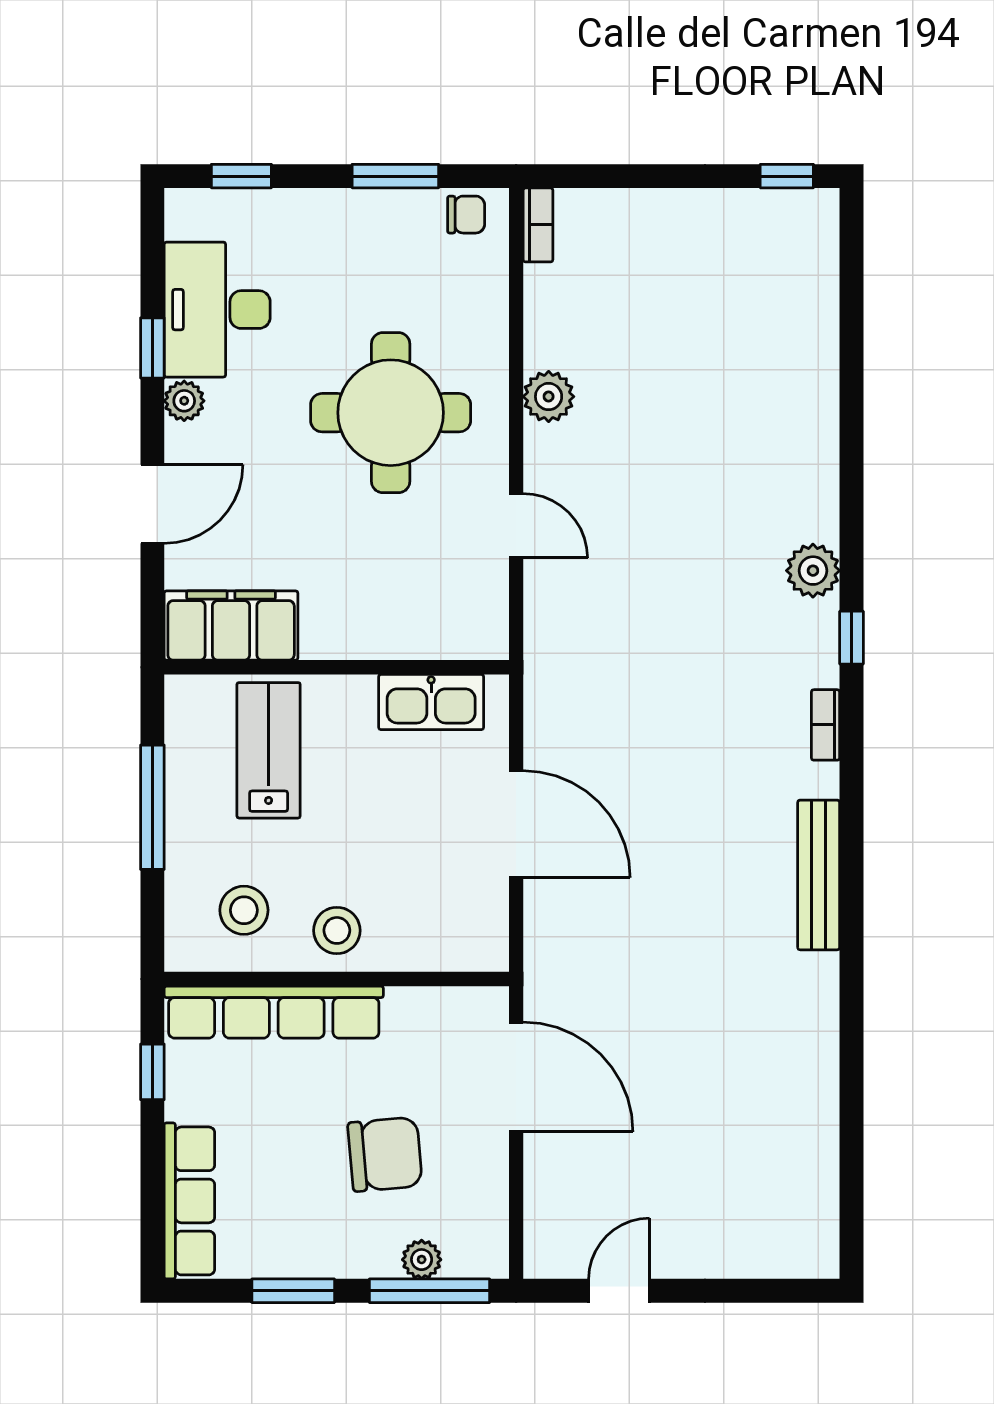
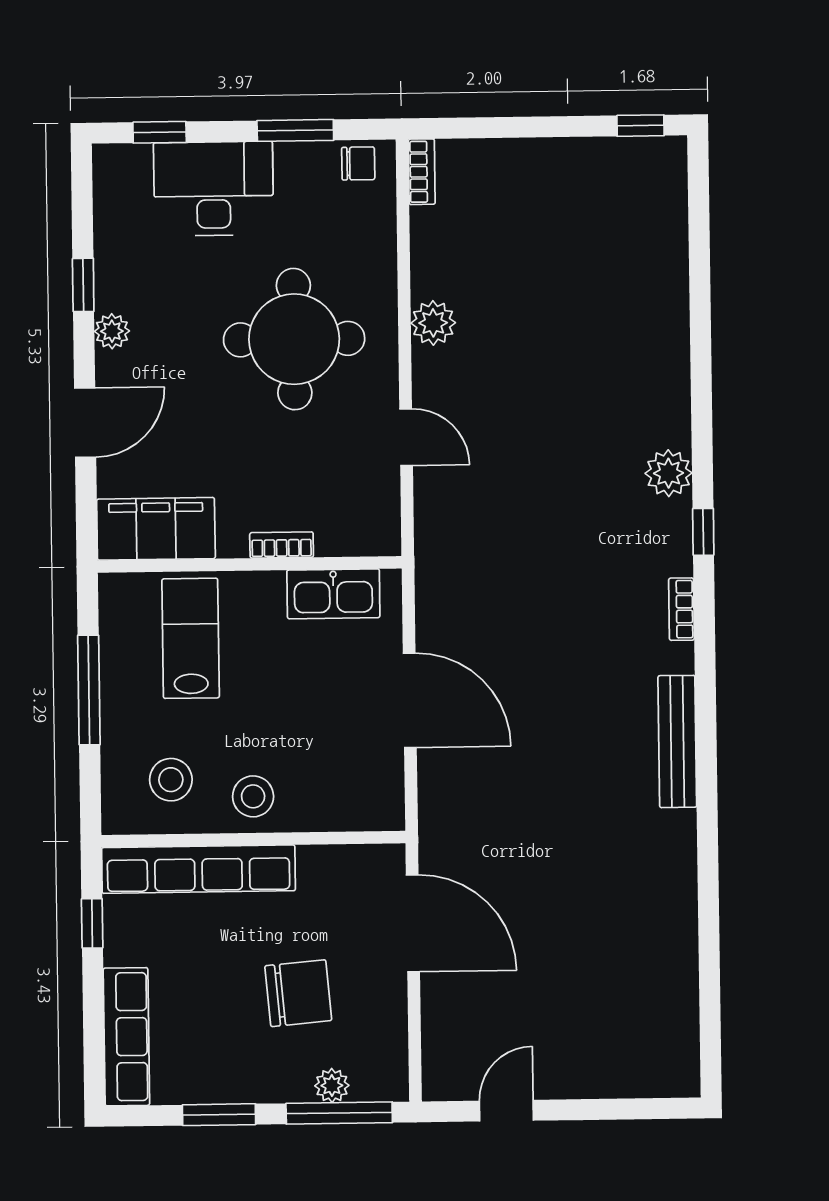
desk: (217, 310) -> (213, 189), moved, turned 90
bookcase: (373, 646) -> (282, 545), added

